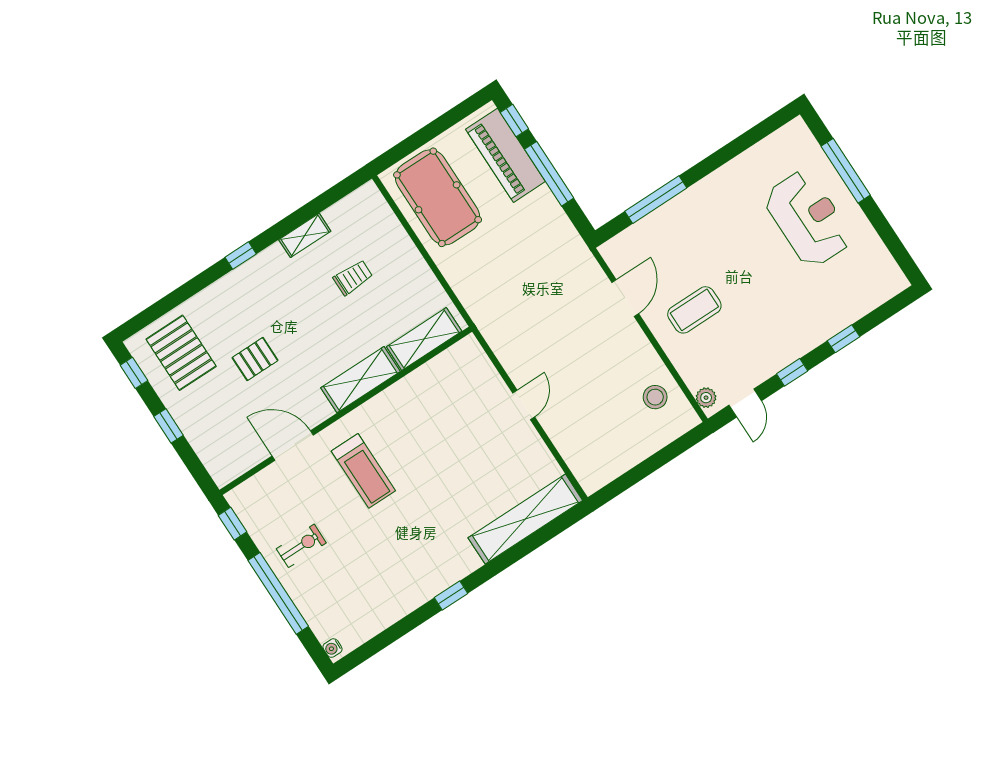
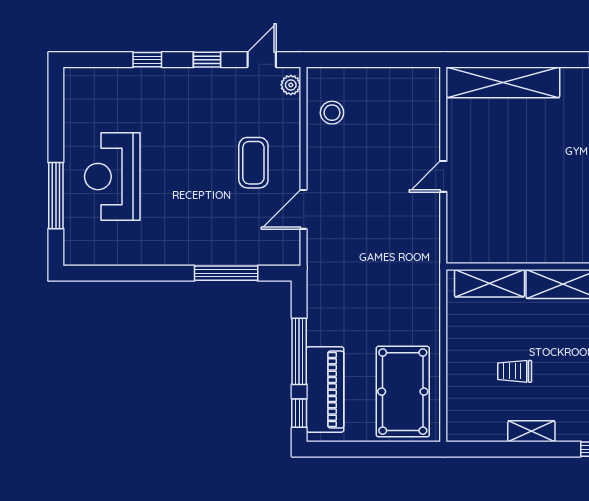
coffee table: (694, 310) -> (253, 163), turned 90

